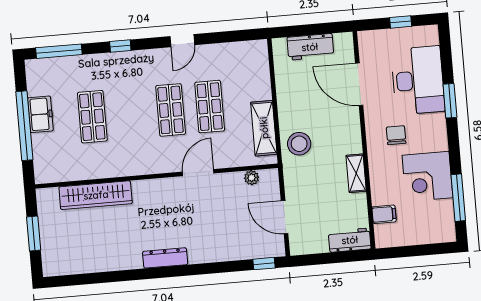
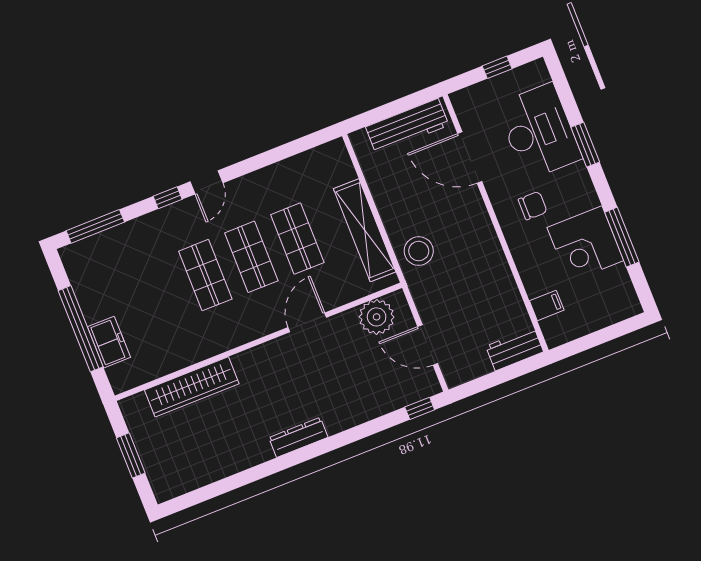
door: (182, 41) -> (207, 182), moved
workbench: (310, 47) -> (407, 126), width x1.38
freezer: (40, 114) -> (109, 342), moved
shop shelf: (92, 117) -> (205, 275), moved
shelving: (264, 128) -> (365, 230), width x1.47
chair: (396, 135) -> (533, 206), turned 90
shelving: (356, 173) -> (498, 266), removed
plant: (252, 178) -> (377, 317), width x1.88, depth x1.88
window: (458, 198) -> (622, 237), moved

